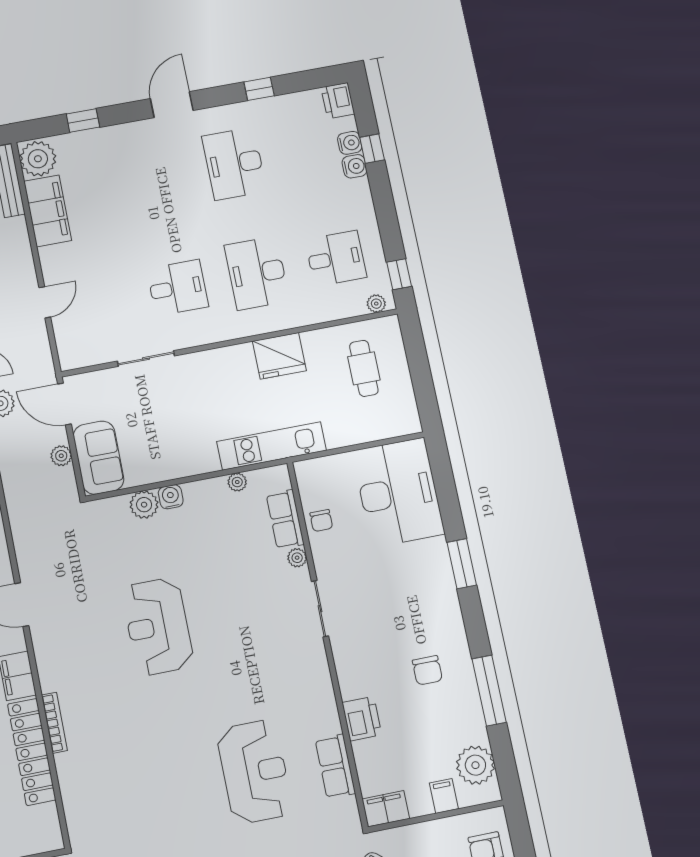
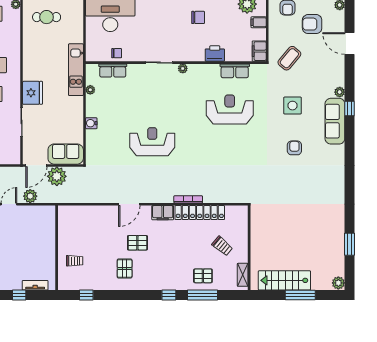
fridge: (279, 356) -> (33, 93), moved
plant: (61, 456) -> (57, 176), width x1.88, depth x1.88
plant: (144, 505) -> (93, 137), removed
plant: (297, 558) -> (183, 68), moved
reception desk: (158, 626) -> (152, 142), turned 180

